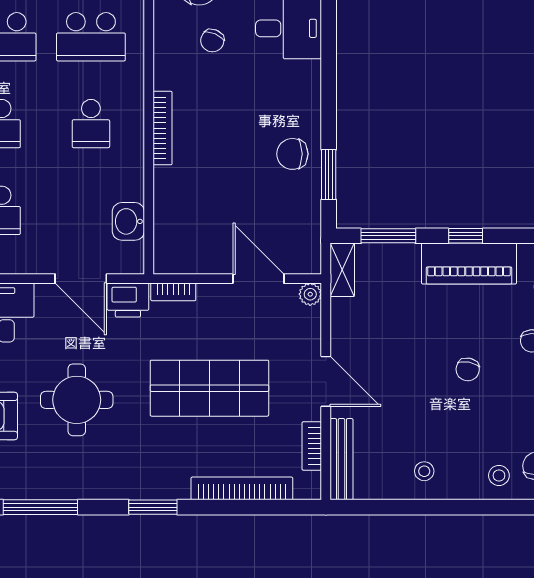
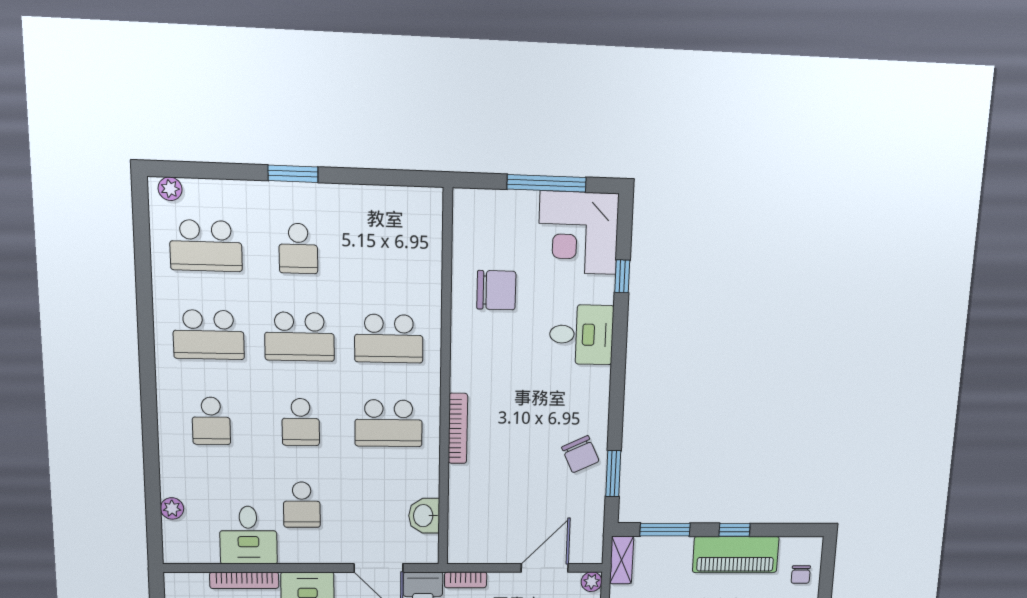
chair: (212, 41) -> (508, 345), removed
school desk: (91, 124) -> (389, 423), width x1.85
chair: (292, 154) -> (580, 454), turned -115
door: (258, 279) -> (545, 568), hinge flipped

